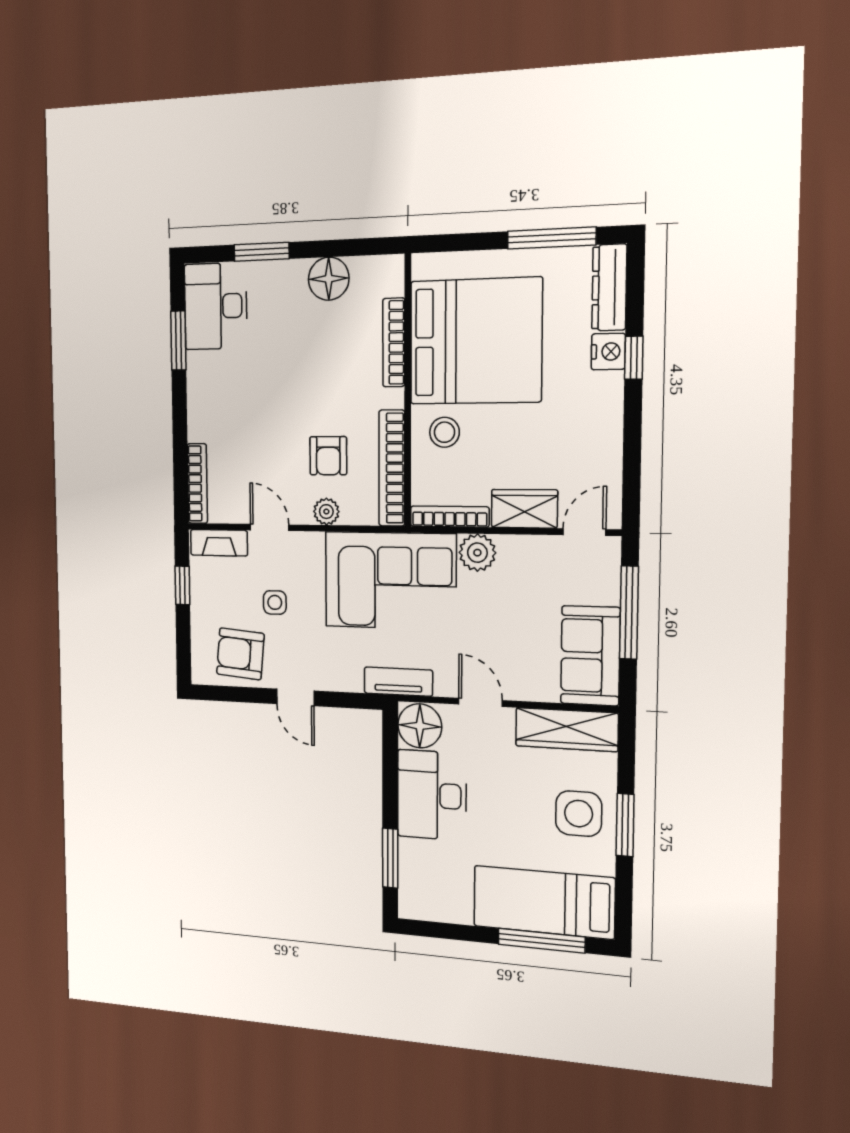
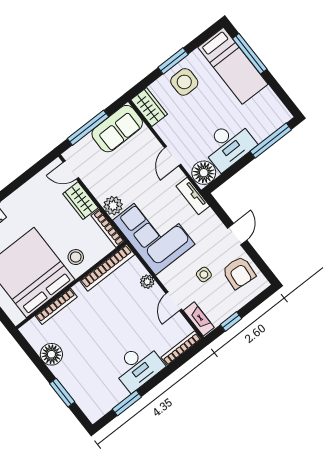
desk: (216, 306) -> (138, 367), moved
armchair: (328, 456) -> (123, 299), removed
wardrobe: (567, 730) -> (149, 107), width x0.67
window: (390, 858) -> (271, 140), width x1.44

